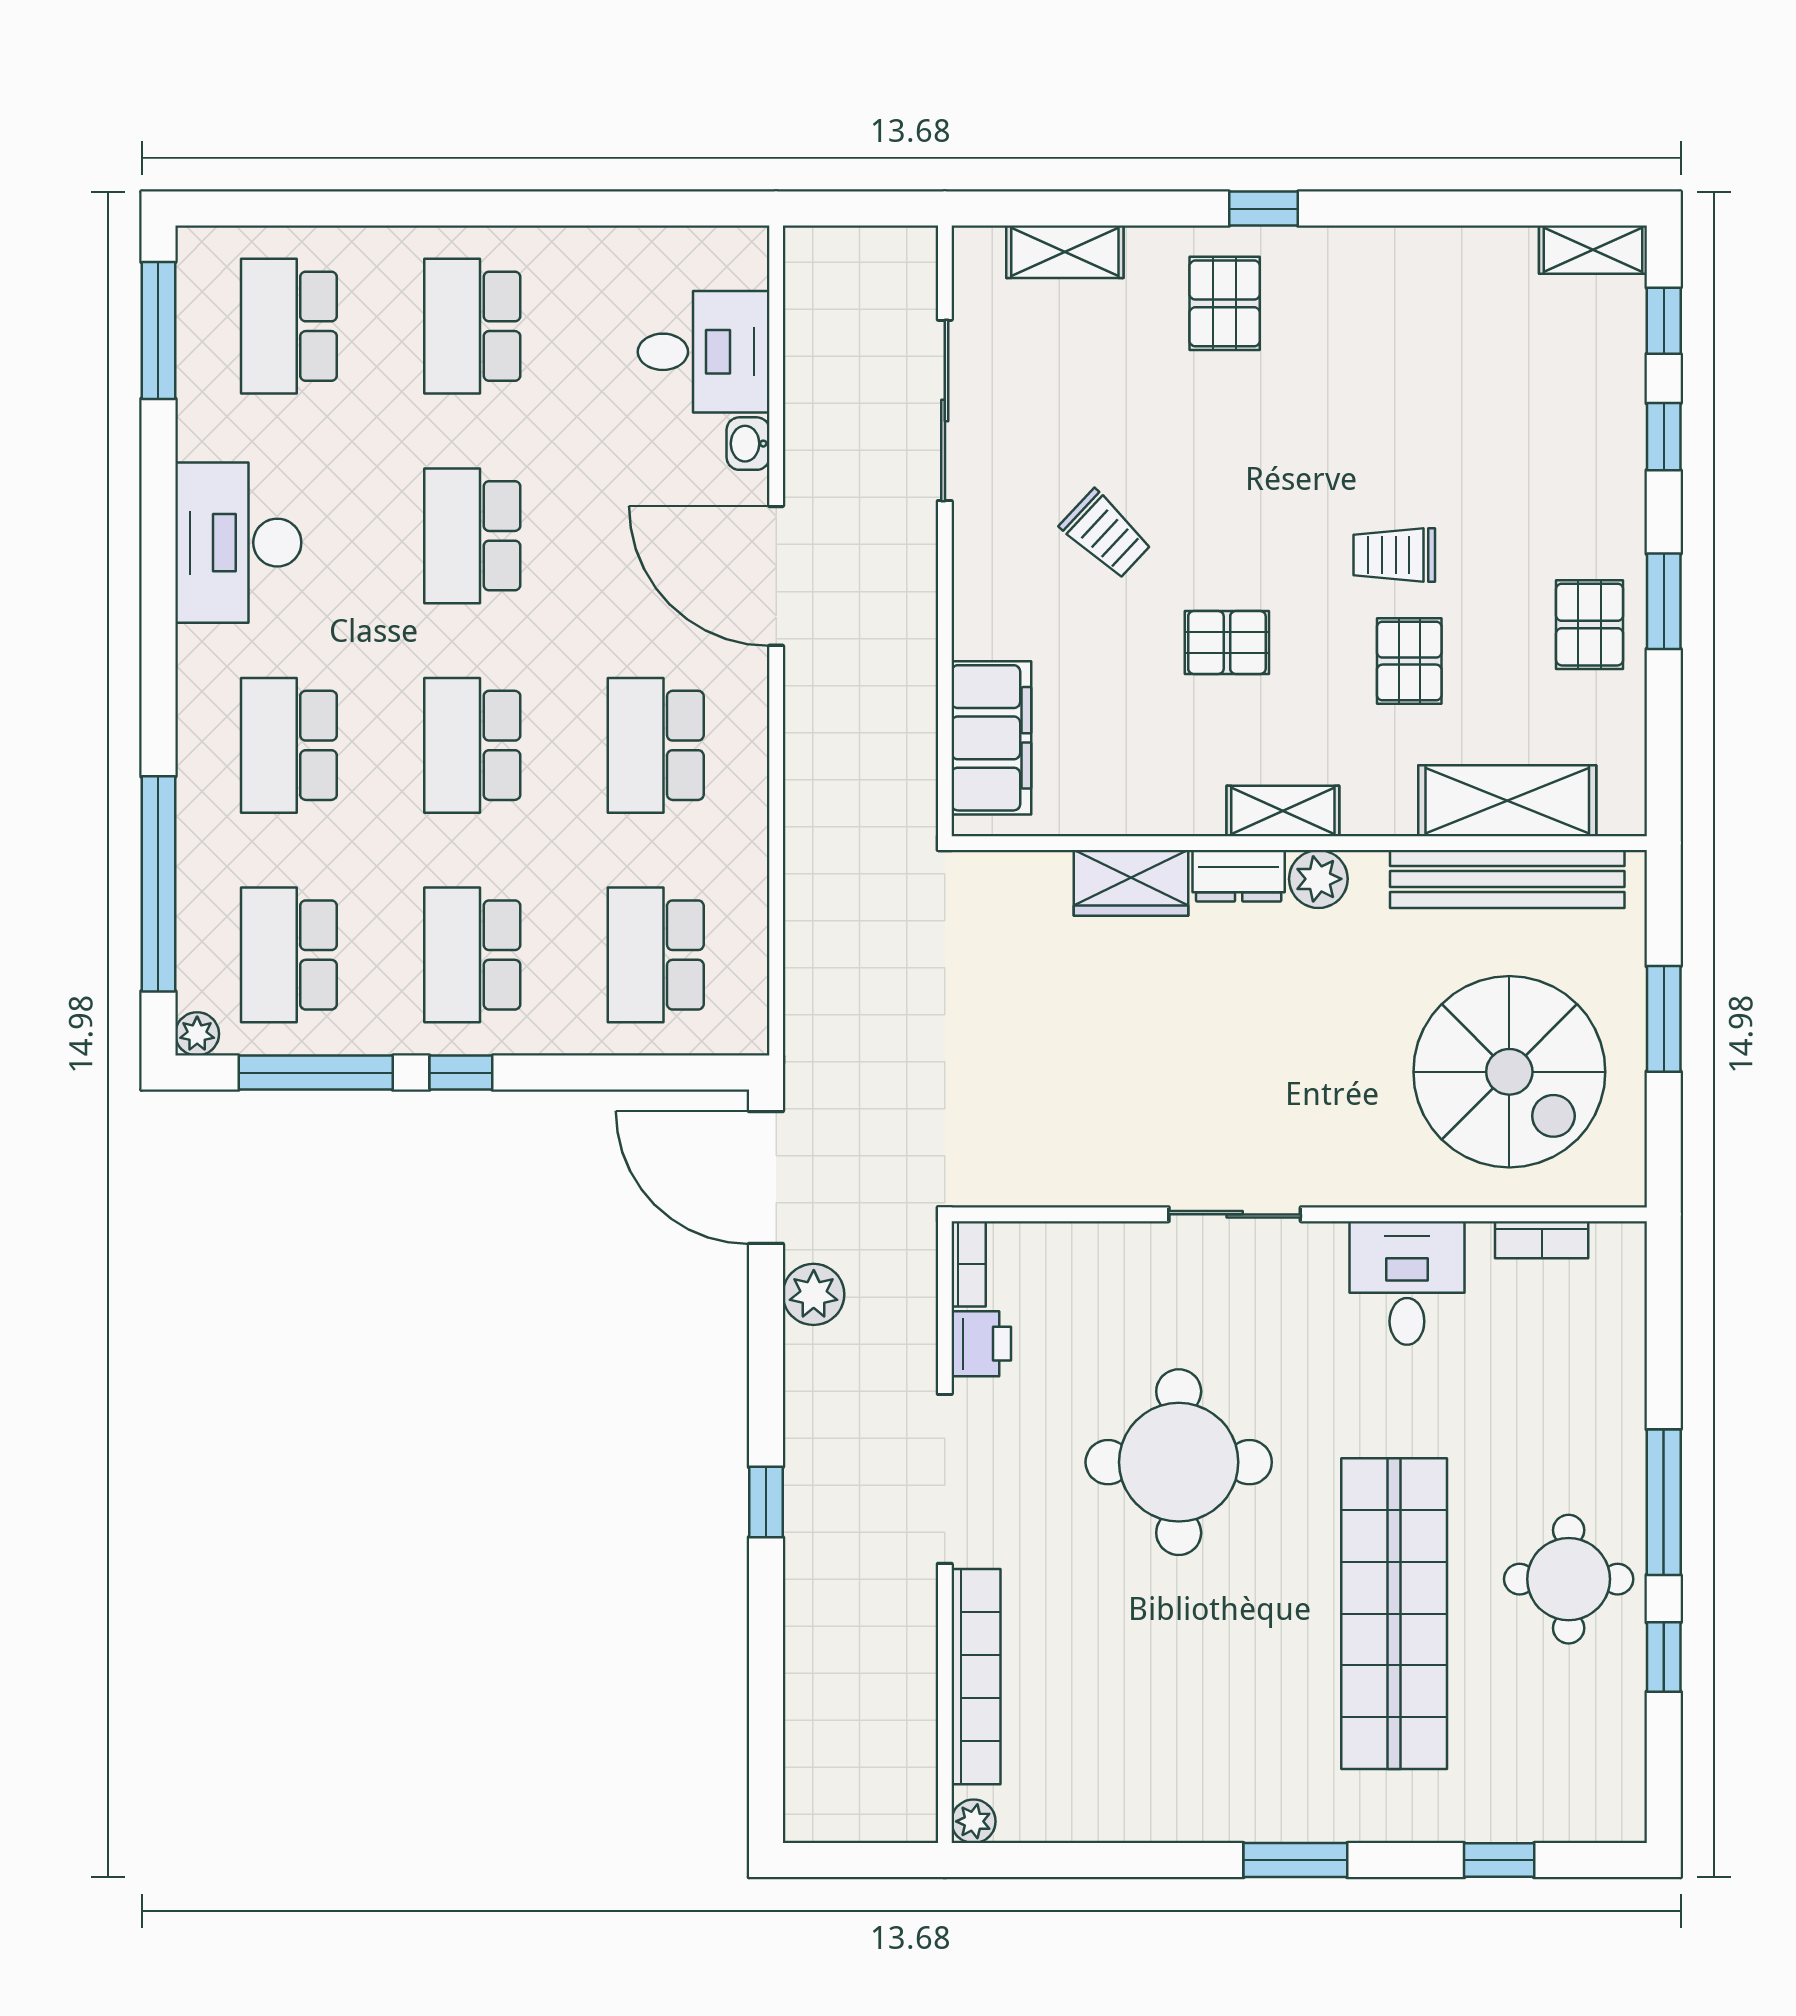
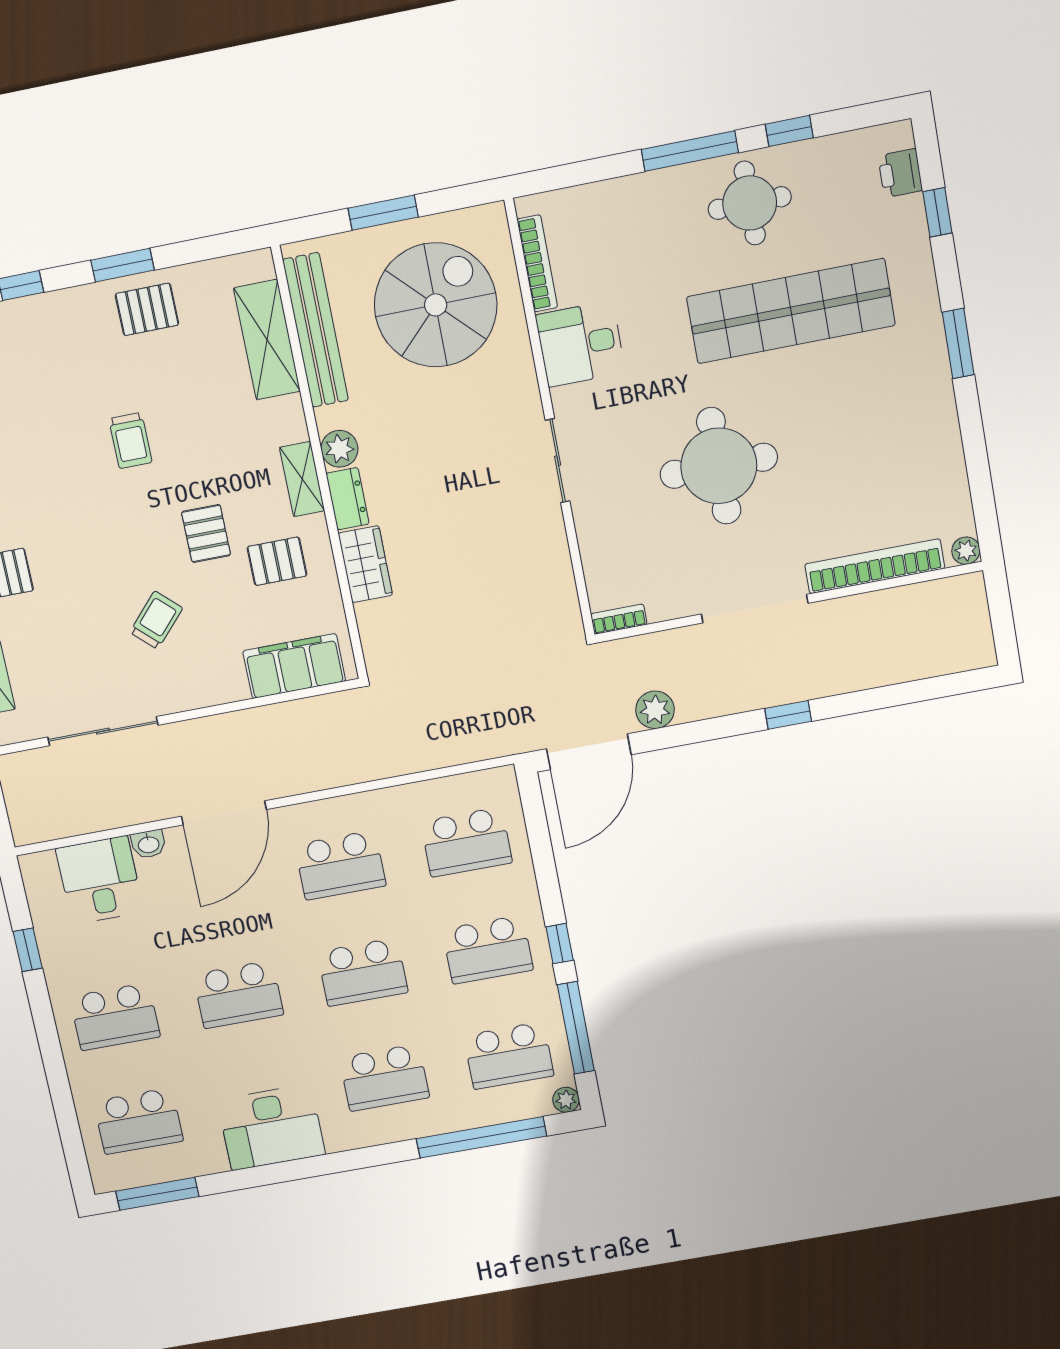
window: (610, 209) -> (28, 950), added
pallet: (1409, 661) -> (277, 561), moved
bookcase: (1542, 1240) -> (537, 263), width x1.56
printer: (981, 1344) -> (900, 173), moved, turned -90

